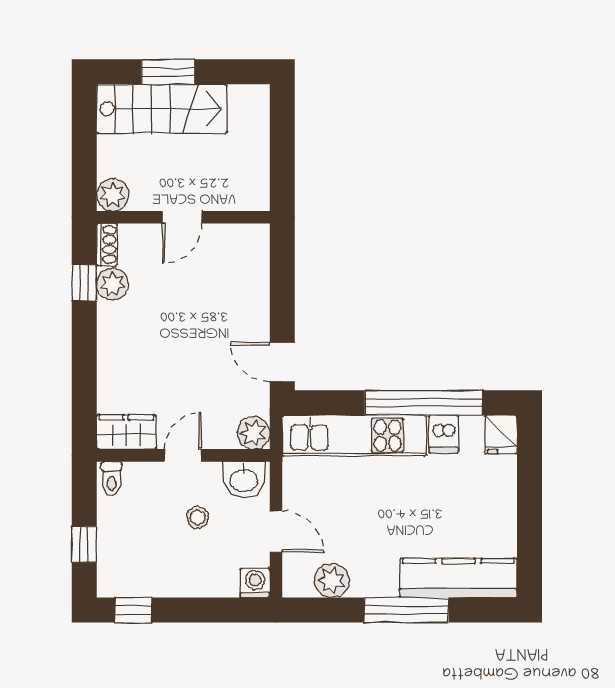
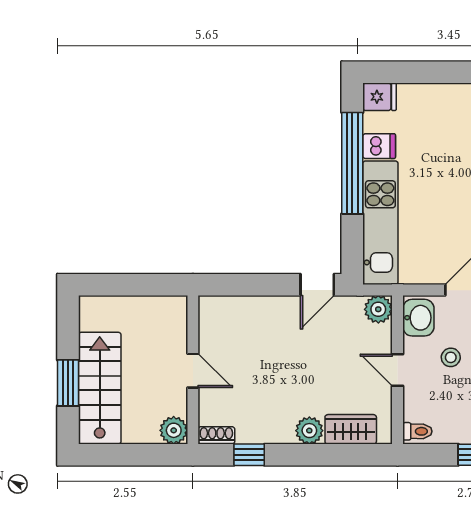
plant: (112, 284) -> (309, 431), moved
wardrobe: (126, 432) -> (351, 429), moved, turned 90

